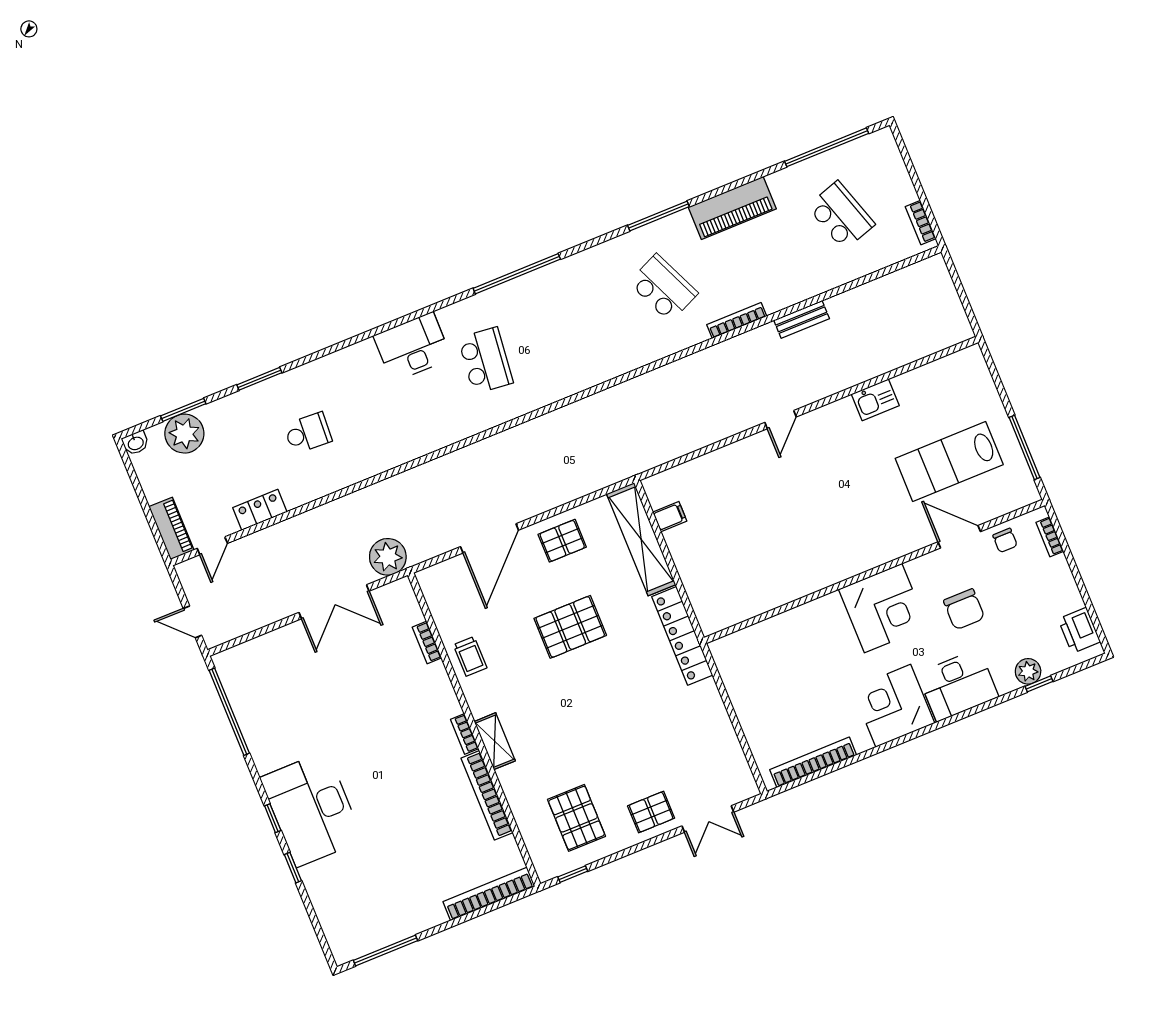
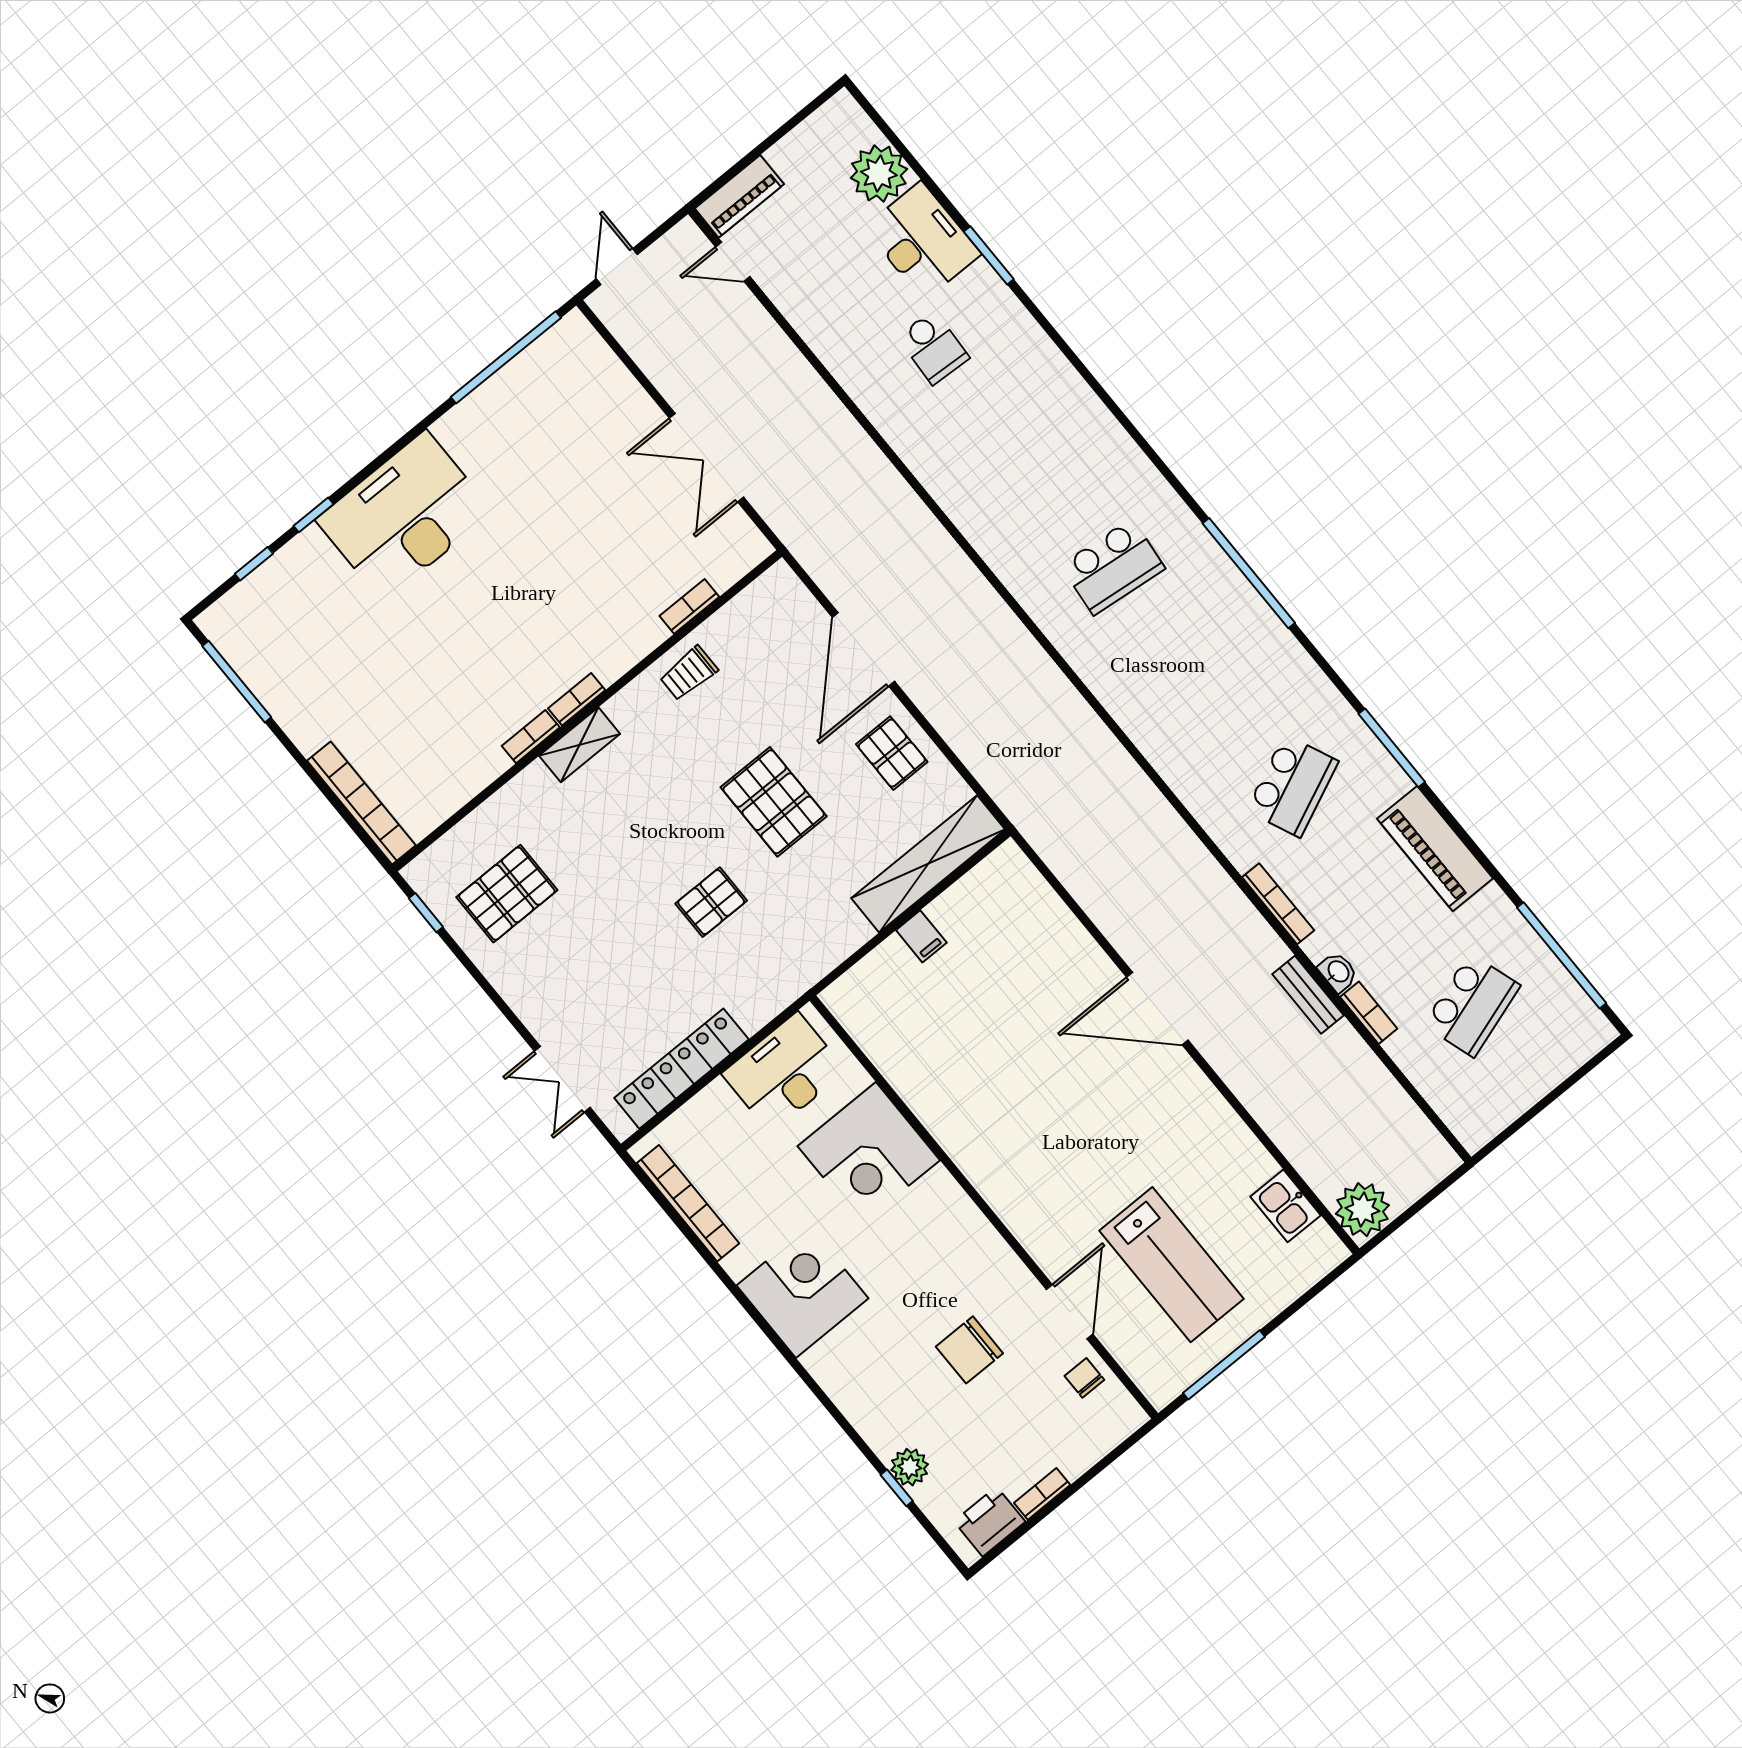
bookcase: (921, 223) -> (1369, 1013), moved, turned 90
desk: (413, 347) -> (922, 241), moved
kitchen sink: (875, 400) -> (1286, 1206), moved
window: (183, 410) -> (912, 162), removed
door: (781, 420) -> (1157, 1009), width x1.88
washbasin: (136, 443) -> (1338, 972), moved, turned 180
lab bench: (949, 461) -> (1171, 1265), turned 180
locker: (260, 510) -> (804, 313), removed
filing cabinet: (670, 517) -> (921, 936), moved
bookcase: (1050, 537) -> (1042, 1494), moved
door: (489, 538) -> (863, 649), hinge flipped
chair: (1005, 540) -> (1084, 1378), turned 90
plant: (388, 557) -> (1362, 1210), moved
corner desk: (883, 608) -> (869, 1153), moved
locker: (682, 636) -> (681, 1069), moved
desk: (958, 685) -> (784, 1072), moved, turned 90
bookcase: (487, 795) -> (531, 737), width x0.43, depth x0.76
pallet: (651, 812) -> (711, 902), moved, turned 90
window: (273, 818) -> (254, 564), moved

